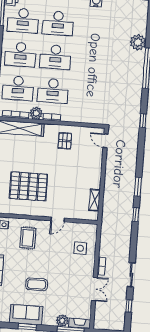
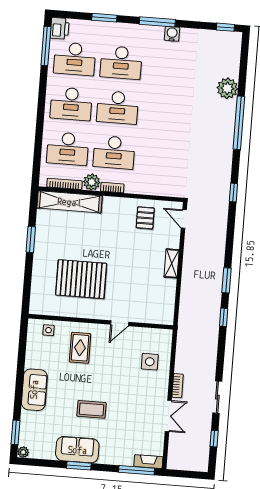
pallet: (65, 141) -> (145, 218), moved
shelving: (95, 200) -> (172, 263), moved
plant: (62, 321) -> (125, 458), removed

